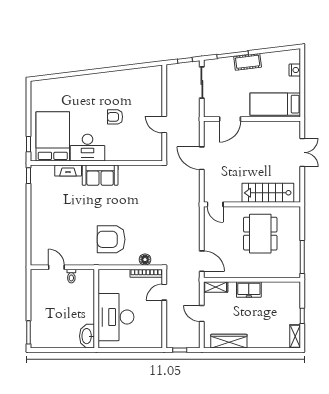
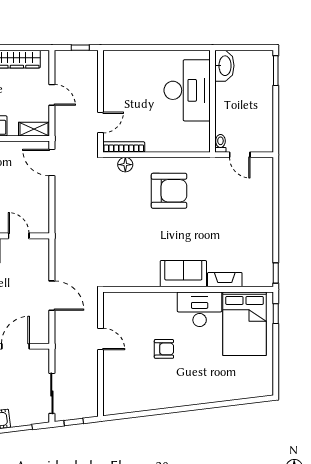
door: (215, 204) -> (19, 236), moved
wall: (96, 309) -> (212, 101), moved
desk: (116, 317) -> (187, 90), moved
washbasin: (87, 336) -> (224, 66), moved

